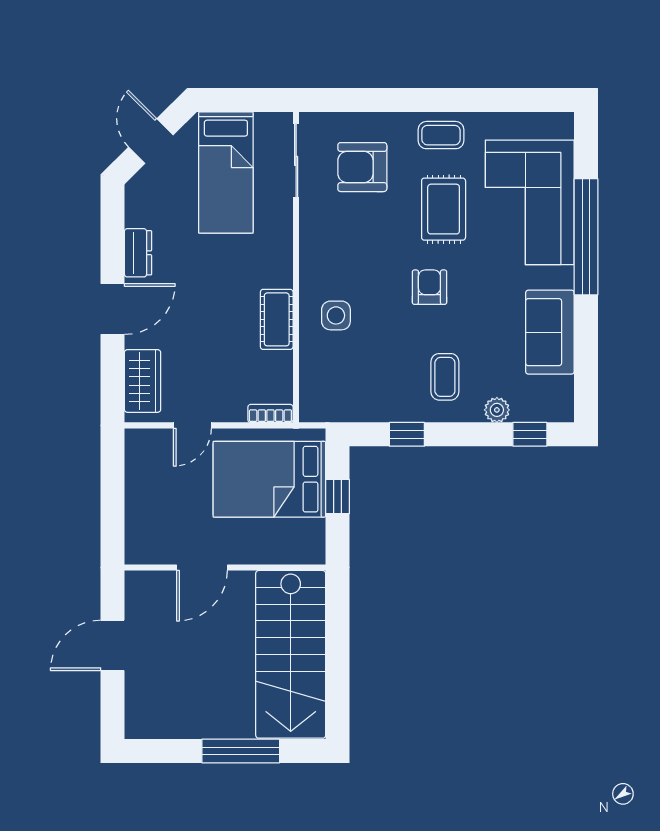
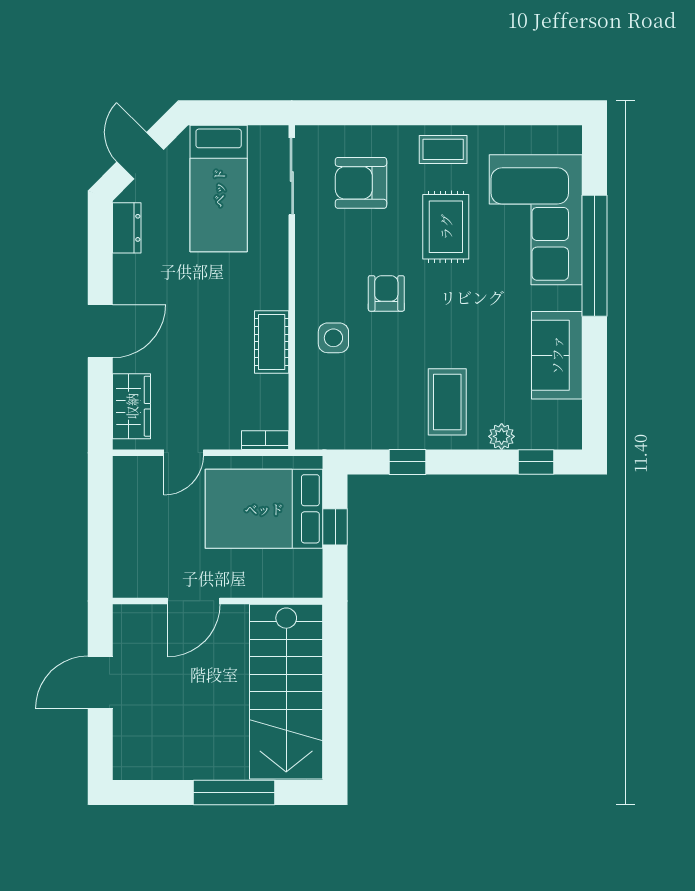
dresser: (138, 253) -> (127, 228), moved
armchair: (429, 287) -> (386, 293), moved
coffee table: (445, 377) -> (447, 402), width x1.36, depth x1.30

